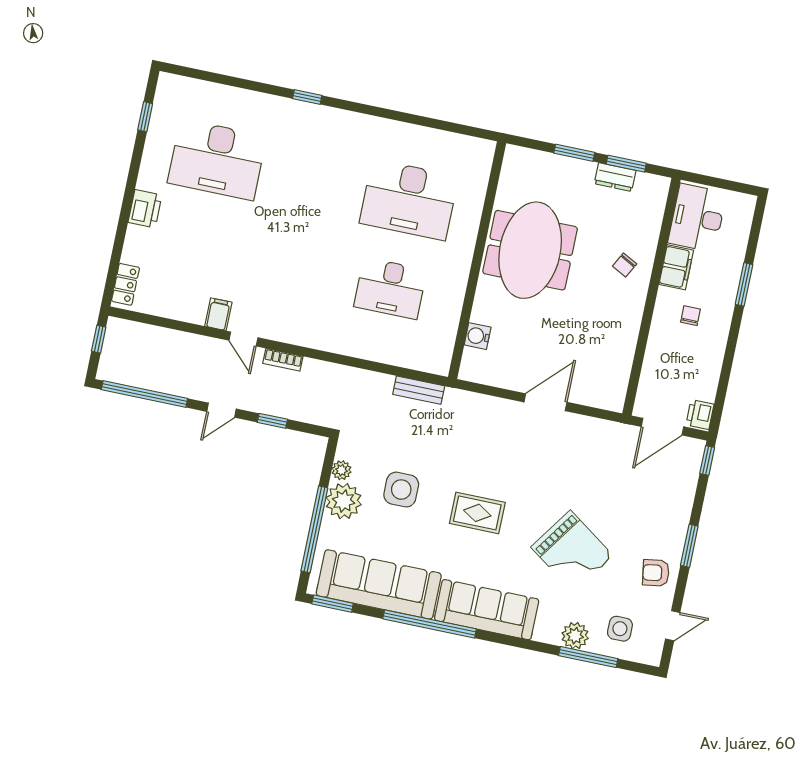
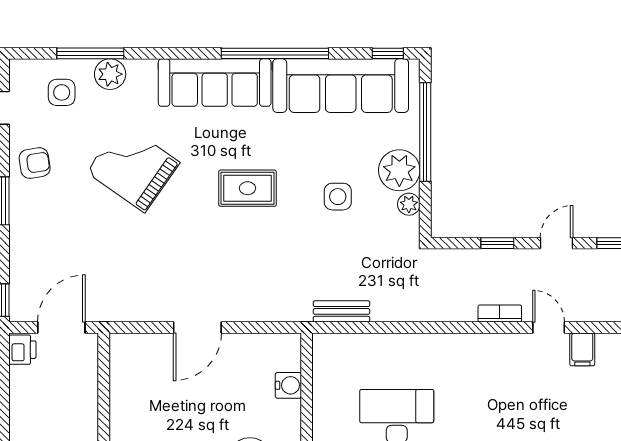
side table: (401, 490) -> (338, 197), width x0.73, depth x0.73
window: (333, 604) -> (388, 53), width x0.67

